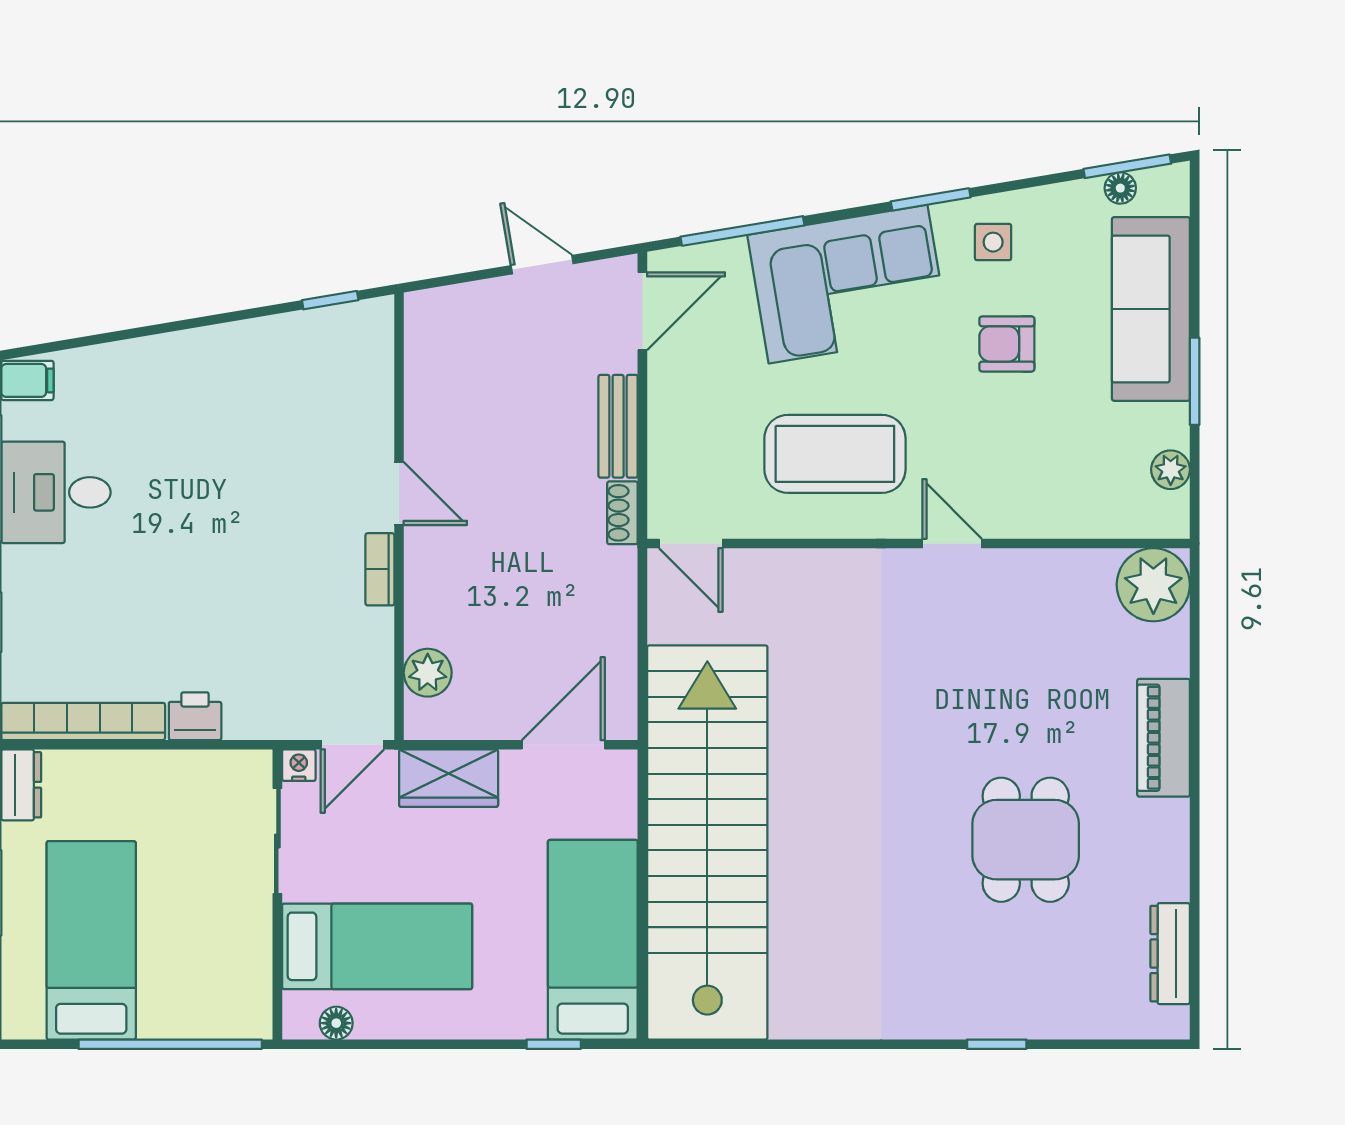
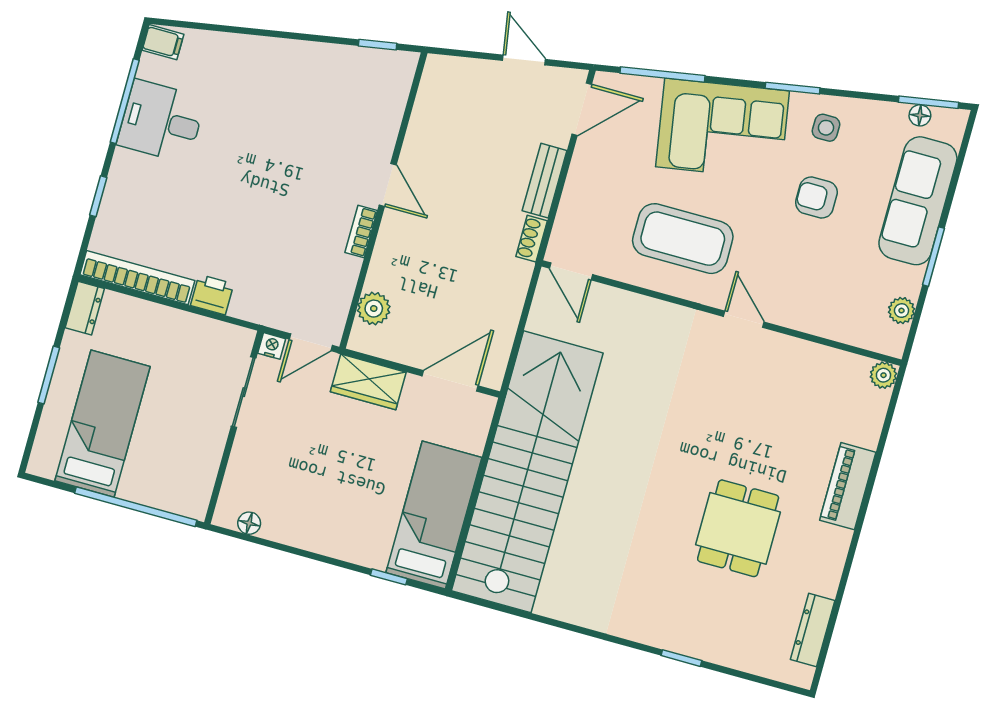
plant: (1153, 585) -> (883, 375), width x0.53, depth x0.53
bed: (377, 946) -> (290, 480), removed

